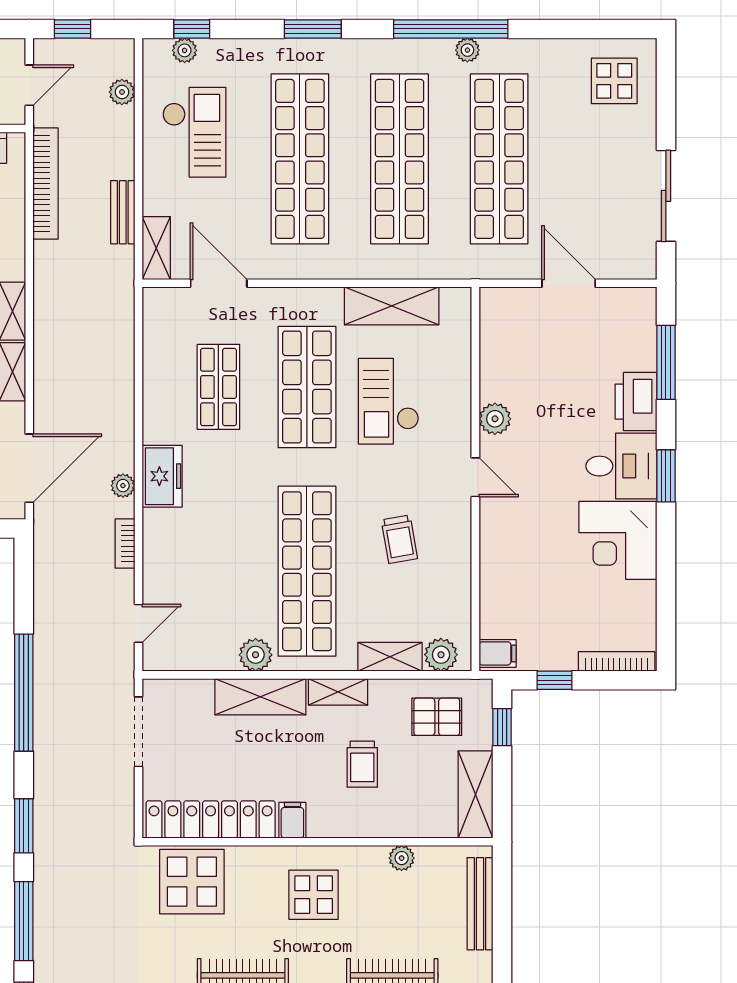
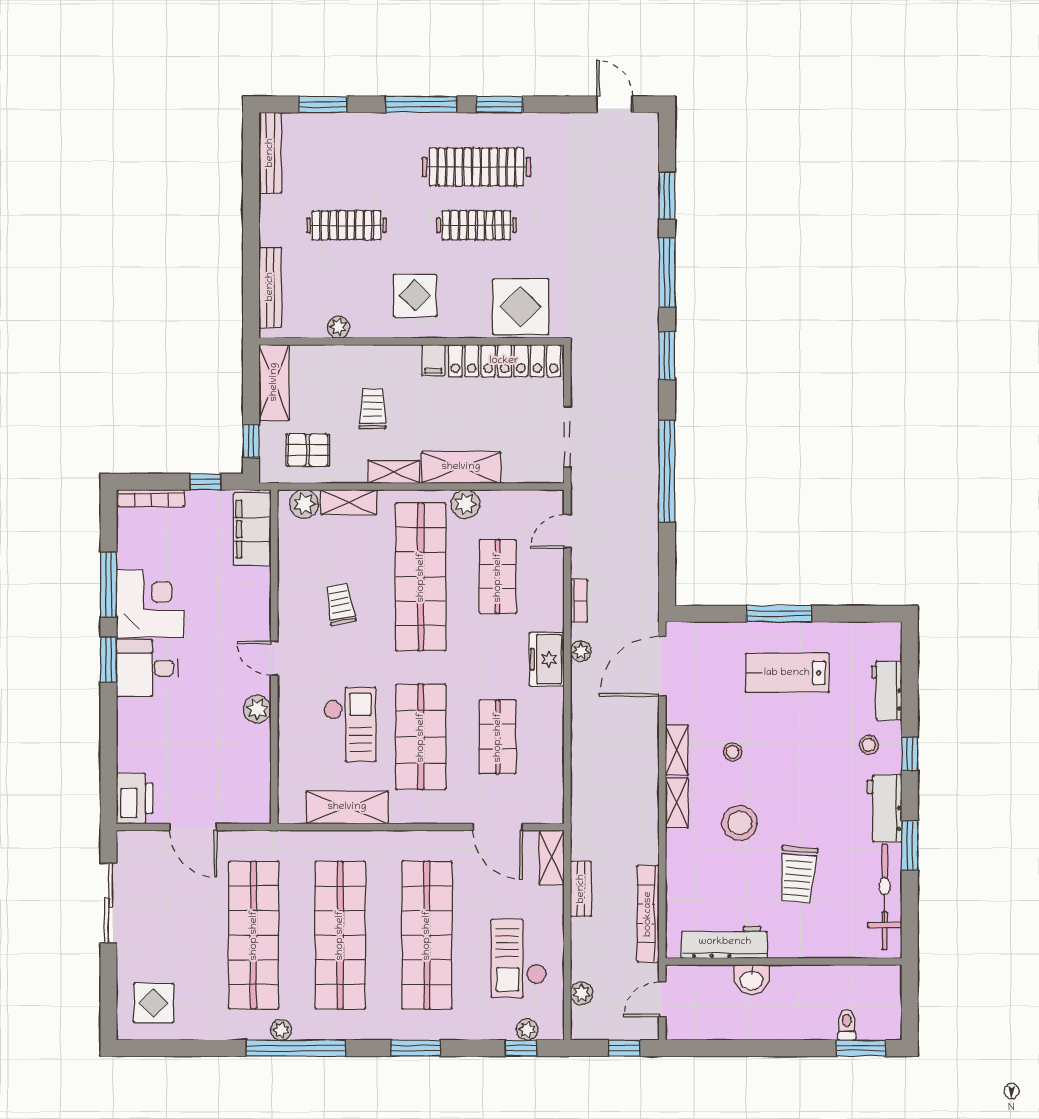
window: (666, 362) -> (108, 584), moved
printer: (636, 402) -> (135, 798), moved
shop shelf: (218, 571) -> (498, 577), added
filing cabinet: (498, 653) -> (252, 529), width x3.00, depth x1.17

